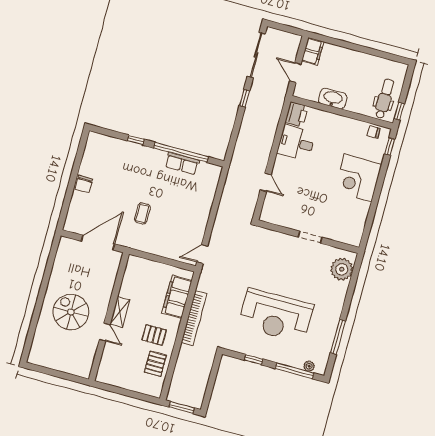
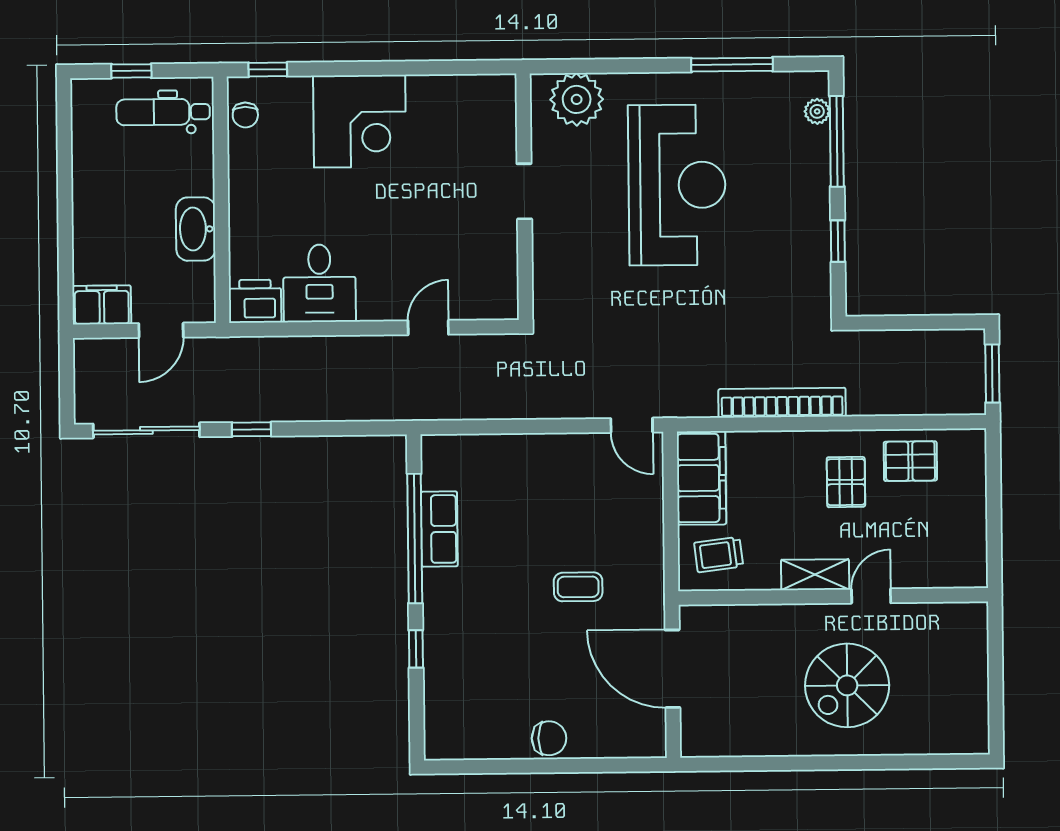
window: (399, 111) -> (131, 71), moved
trolley: (139, 275) -> (719, 555), added
filing cabinet: (177, 297) -> (701, 478), moved, turned -90
reception desk: (276, 316) -> (677, 185), moved

